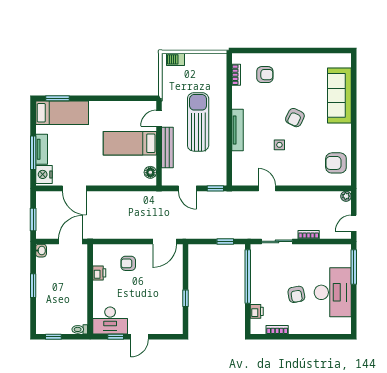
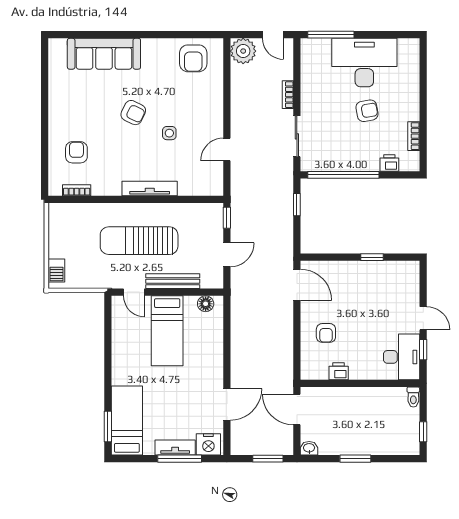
plant: (346, 196) -> (243, 51), width x1.87, depth x1.87

